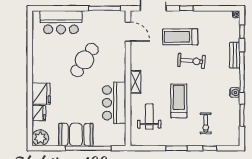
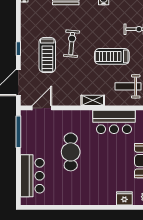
cafe table: (84, 60) -> (71, 152), turned 56
fridge: (41, 94) -> (105, 196), removed

